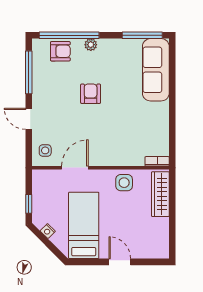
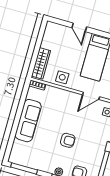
sofa: (156, 70) -> (28, 121), moved
armchair: (91, 94) -> (68, 140), turned -90

